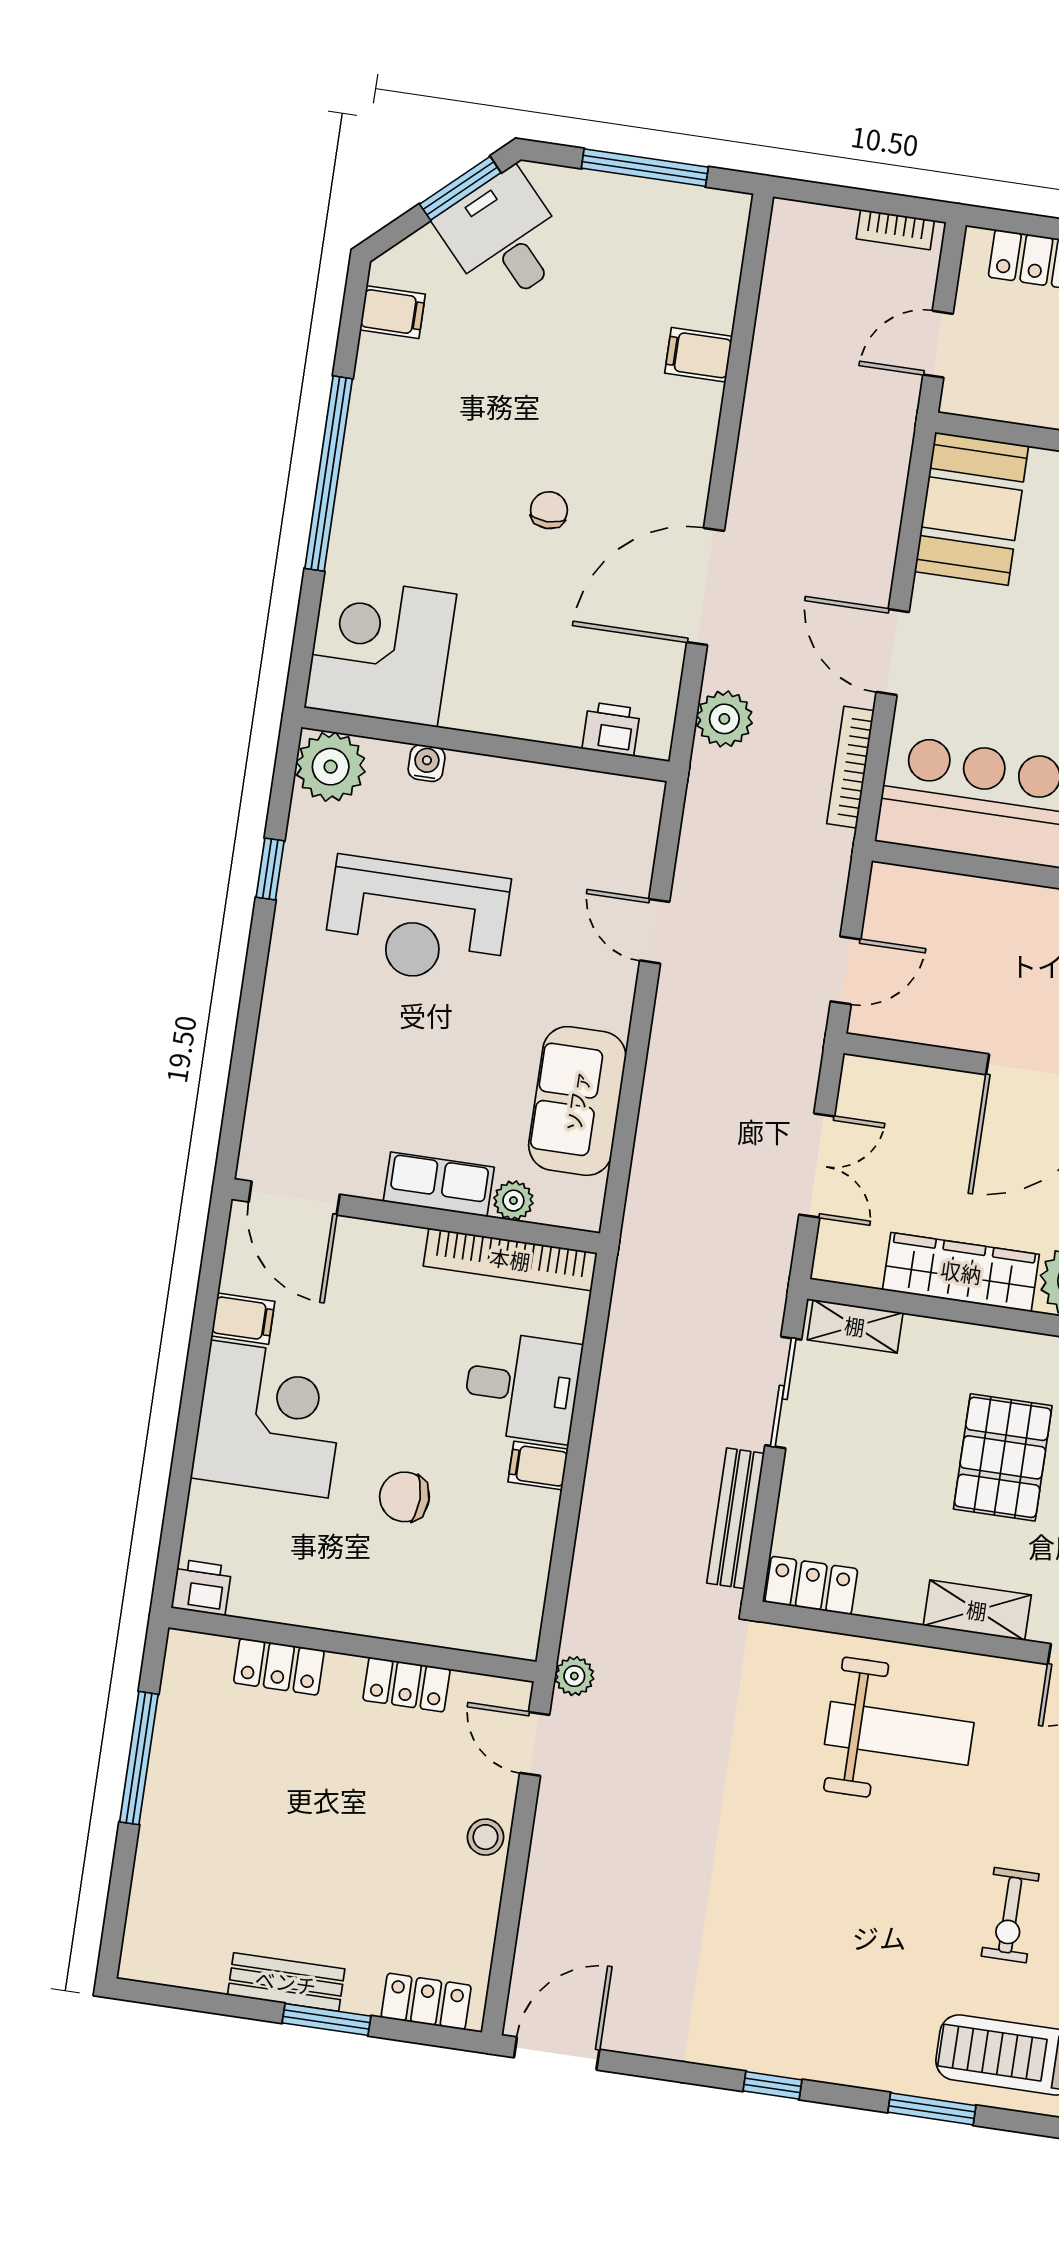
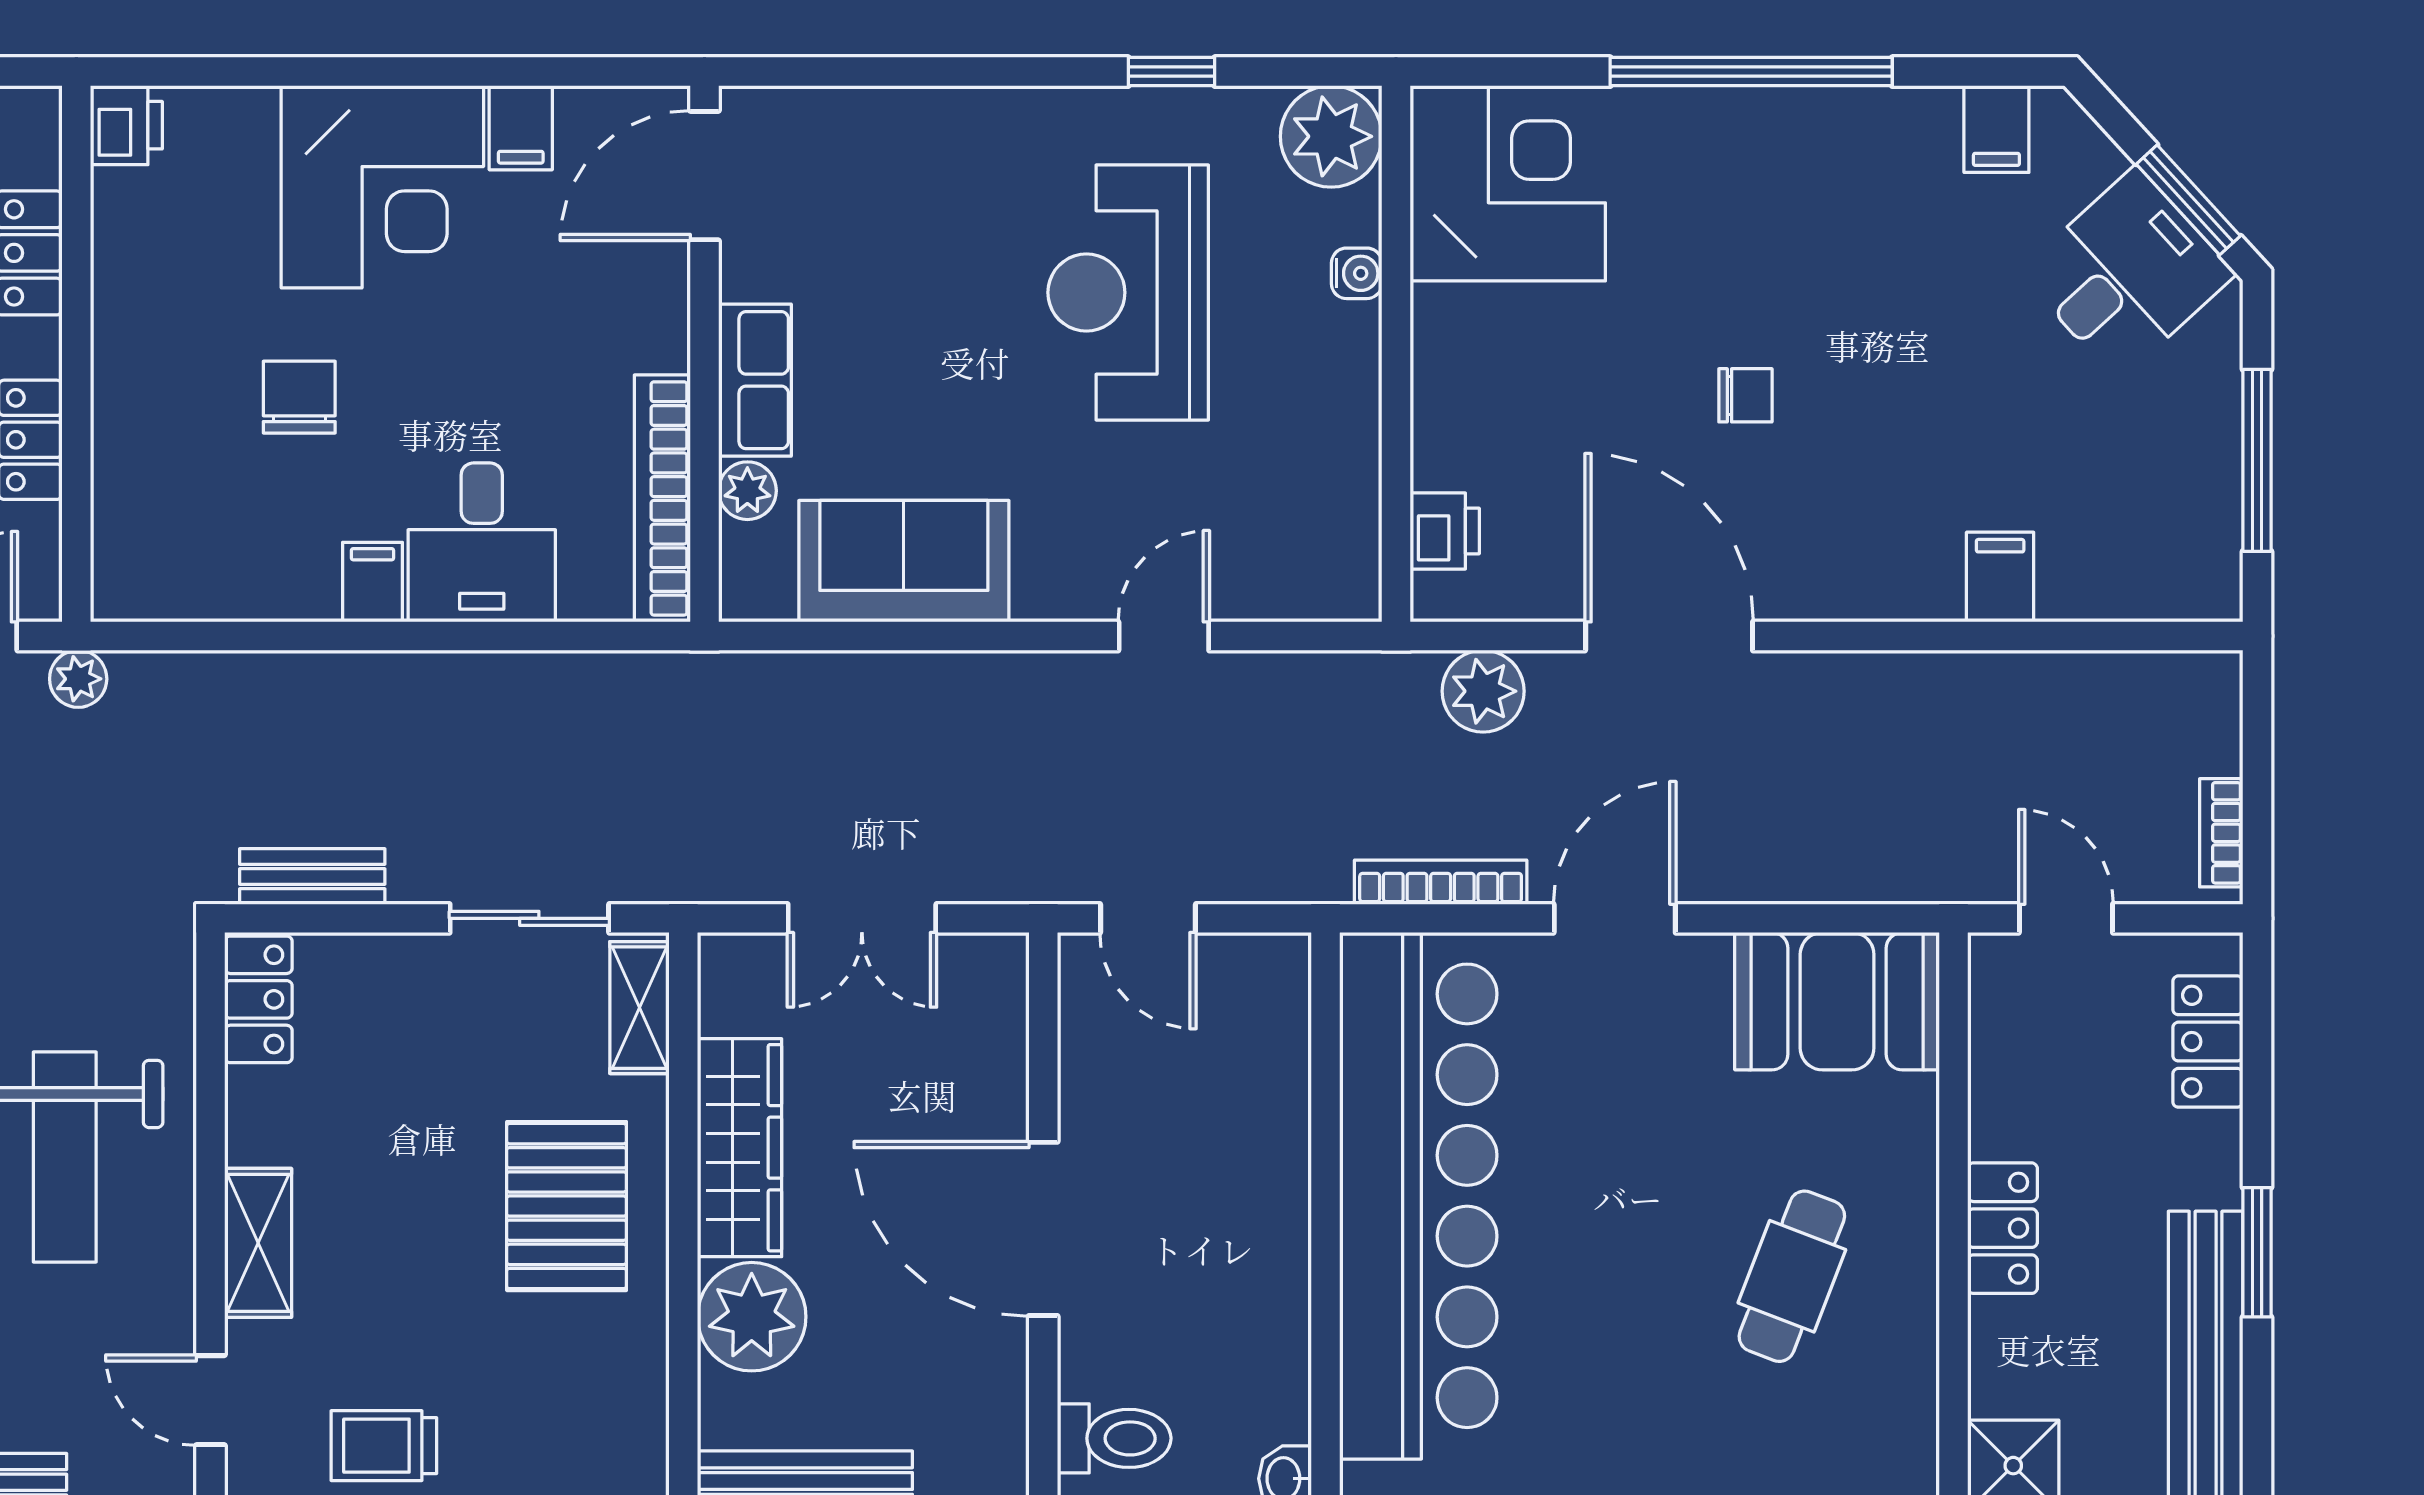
pallet: (1003, 1457) -> (567, 1206), moved, turned 90
bench: (735, 1518) -> (312, 876), width x0.73

